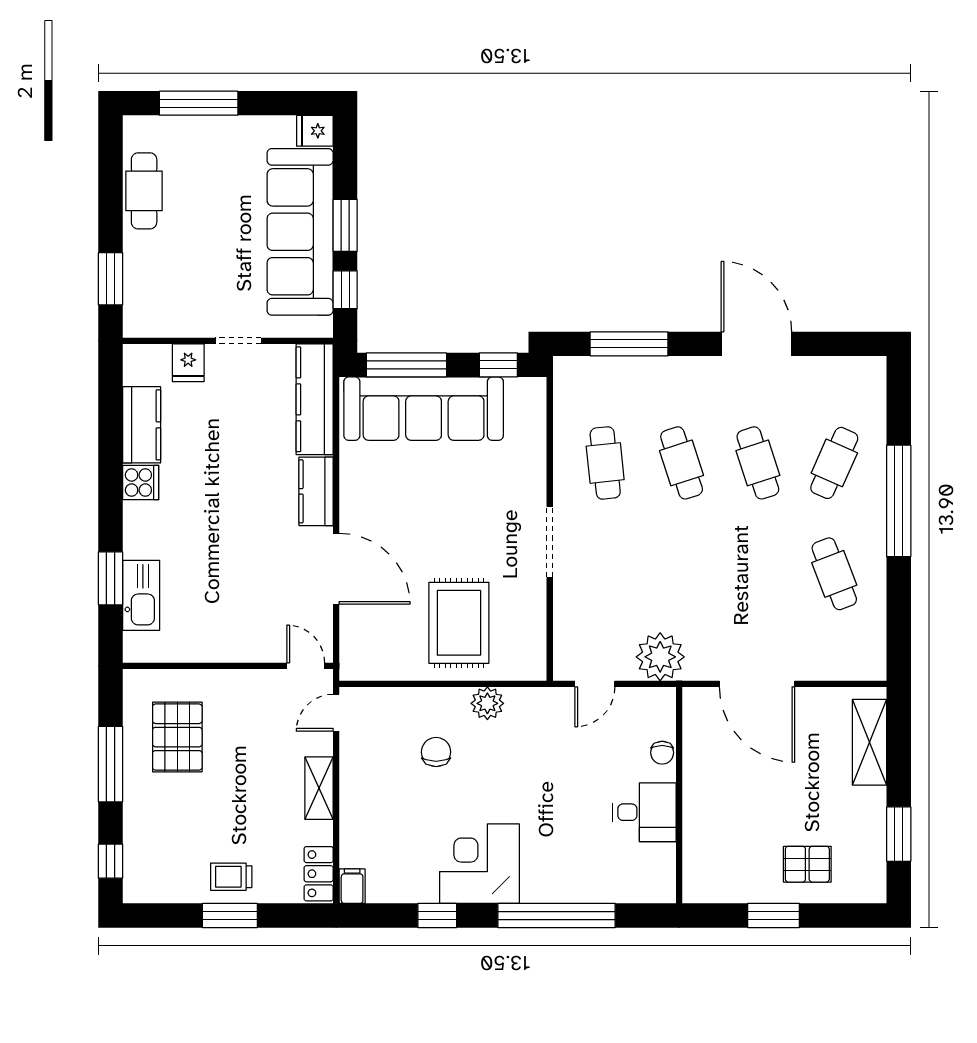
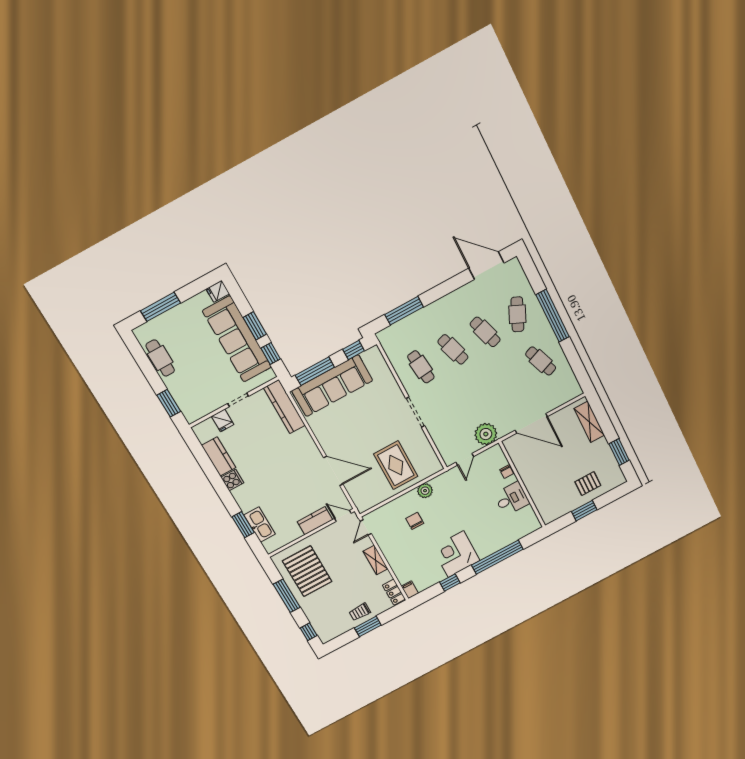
door: (756, 344) -> (487, 266), moved
kitchen counter: (316, 491) -> (315, 521), moved, turned 90
pallet: (177, 737) -> (307, 571), width x1.37, depth x1.41

